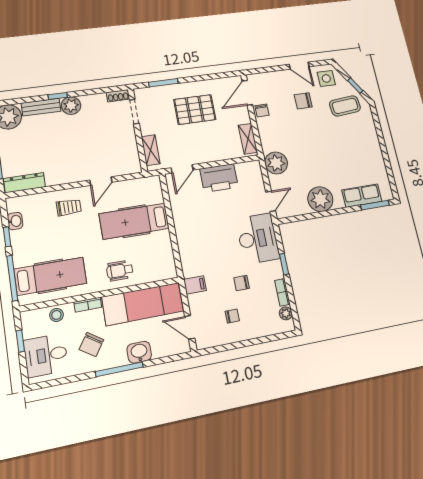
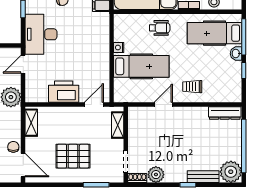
door: (247, 93) -> (23, 165), hinge flipped
plant: (71, 106) -> (156, 175), moved
washbasin: (15, 221) -> (236, 53), moved
nightstand: (165, 239) -> (119, 48), added

